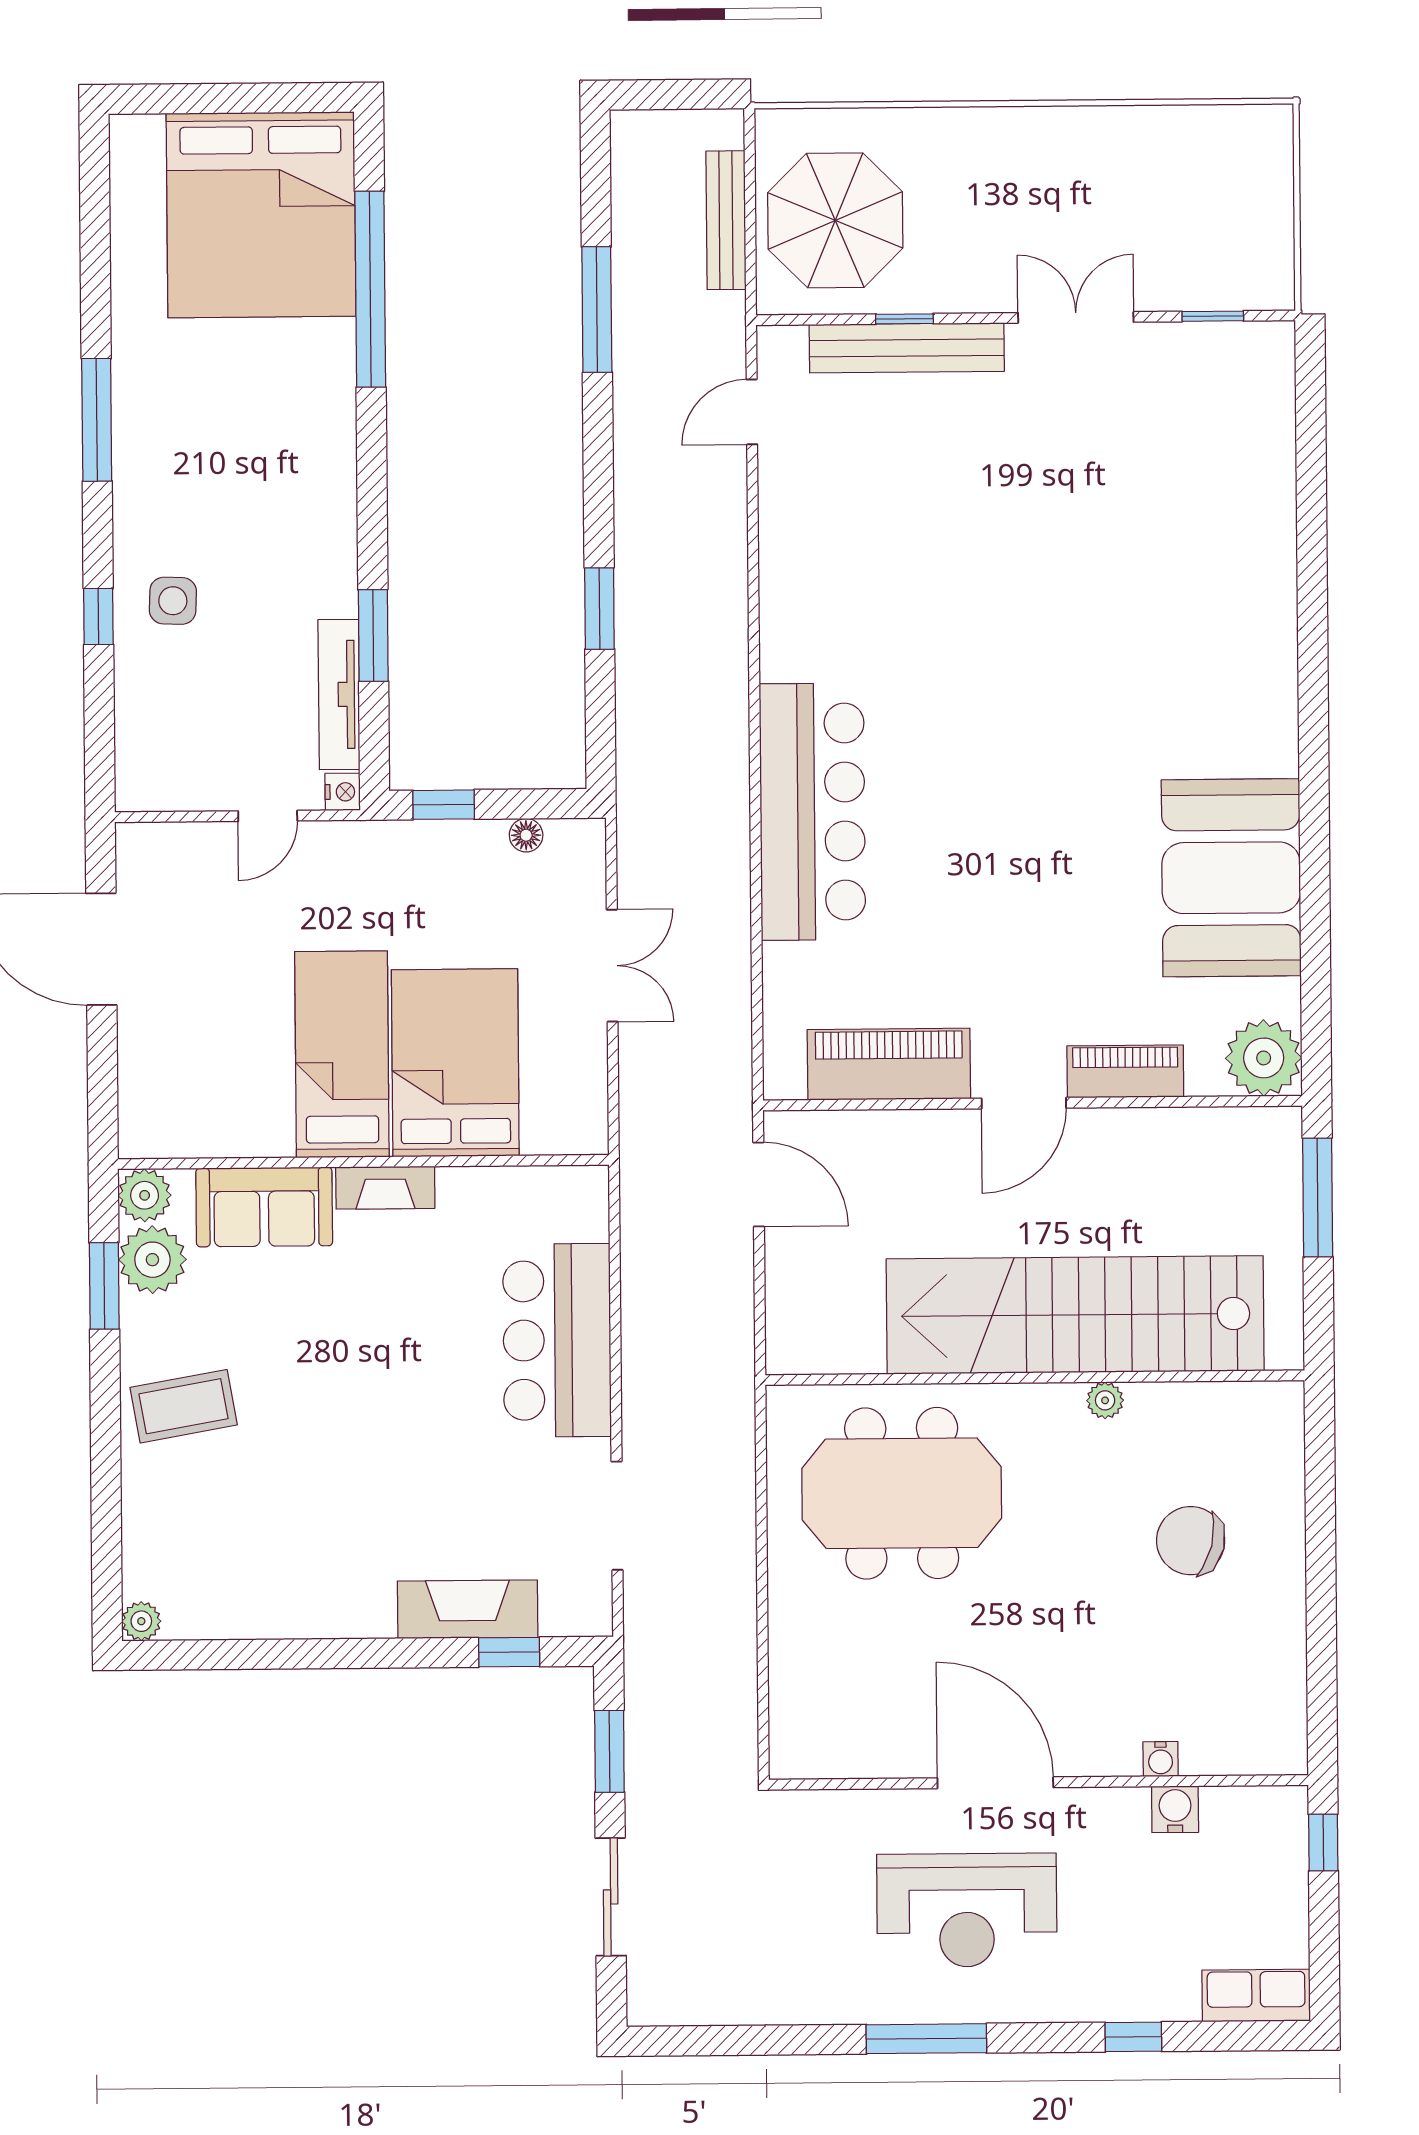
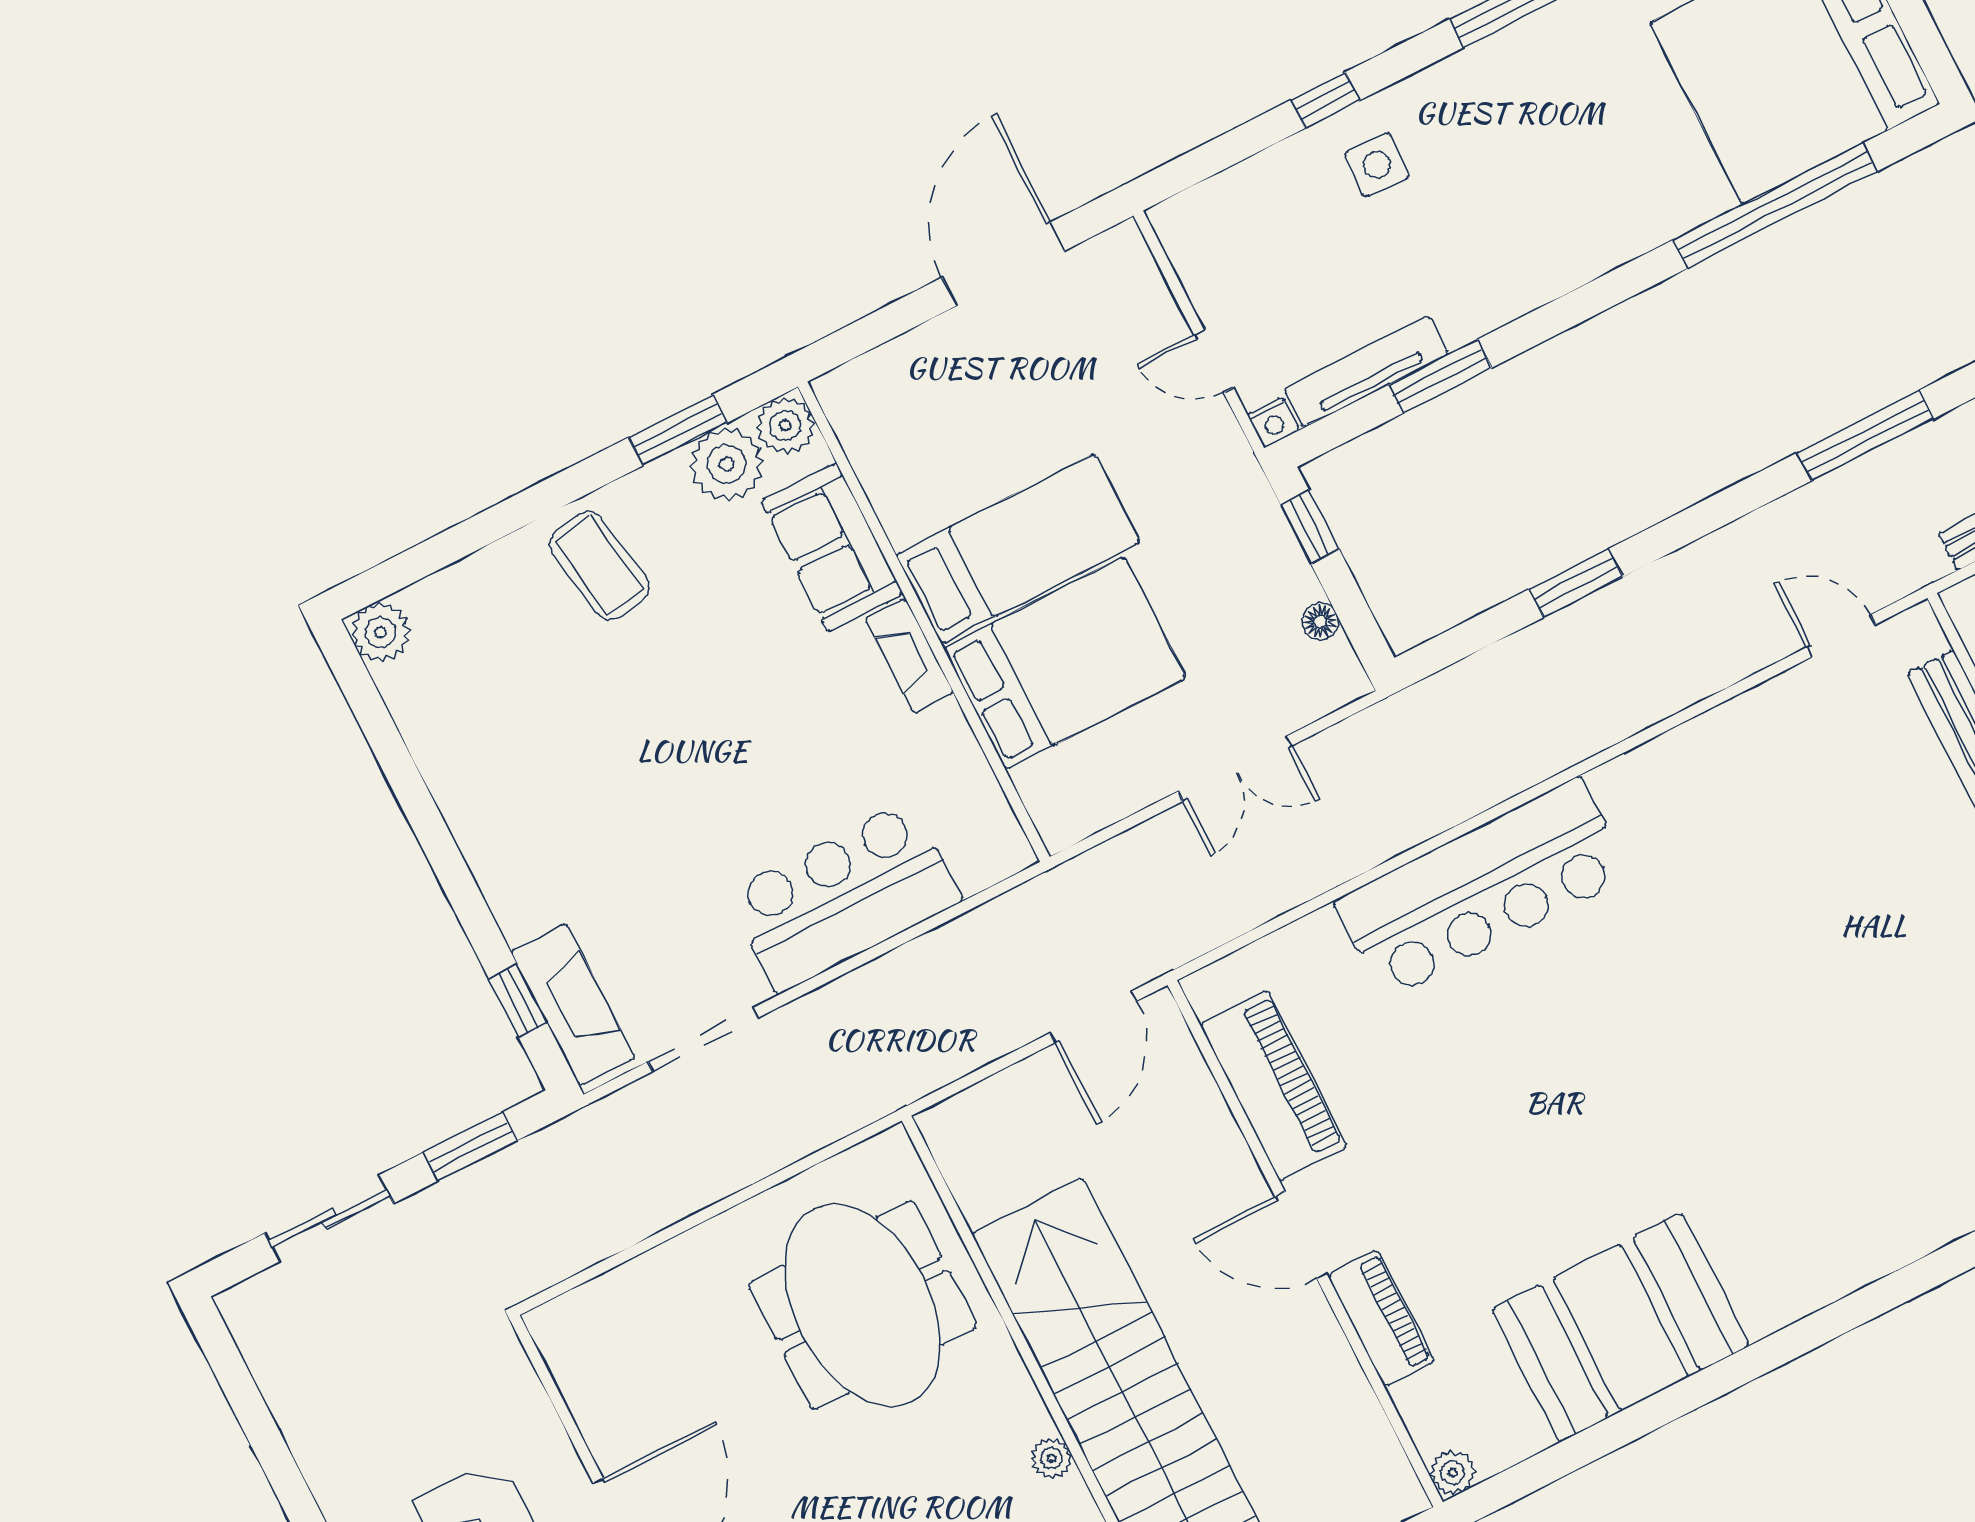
plant: (1264, 1058) -> (1453, 1472), width x0.53, depth x0.53
fireplace: (468, 1609) -> (573, 1005), moved
plant: (141, 1621) -> (381, 632), width x1.38, depth x1.38

